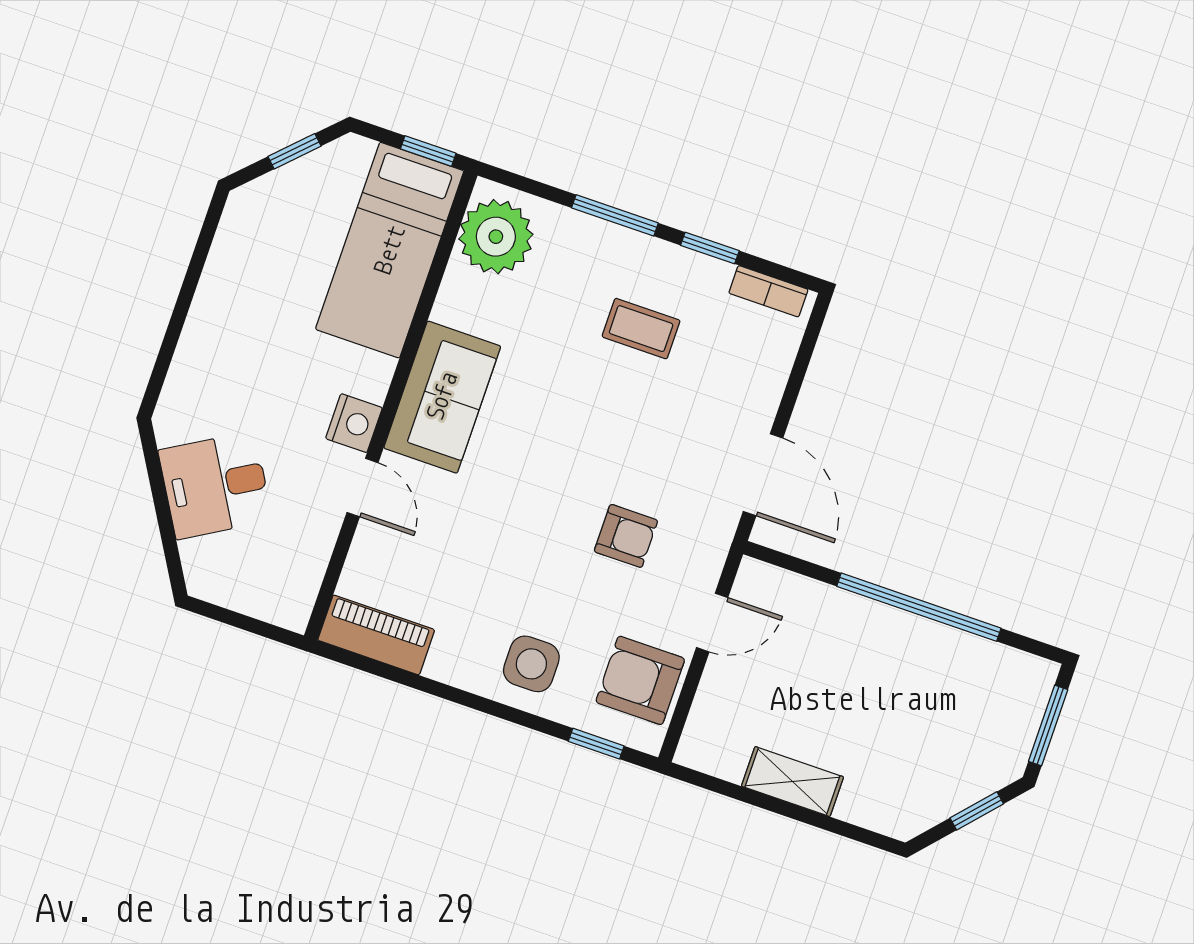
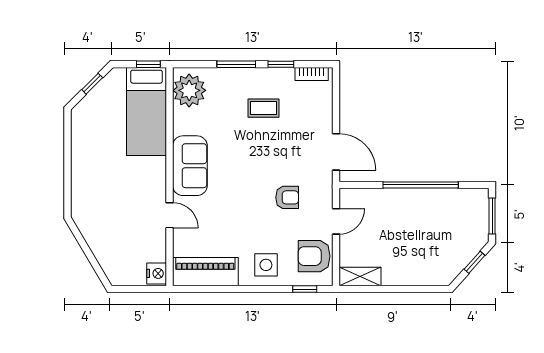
nightstand: (354, 423) -> (157, 273), moved
desk: (215, 485) -> (107, 236), removed
piano: (376, 635) -> (205, 272), width x1.37, depth x1.33
shelving: (792, 781) -> (360, 277), moved

